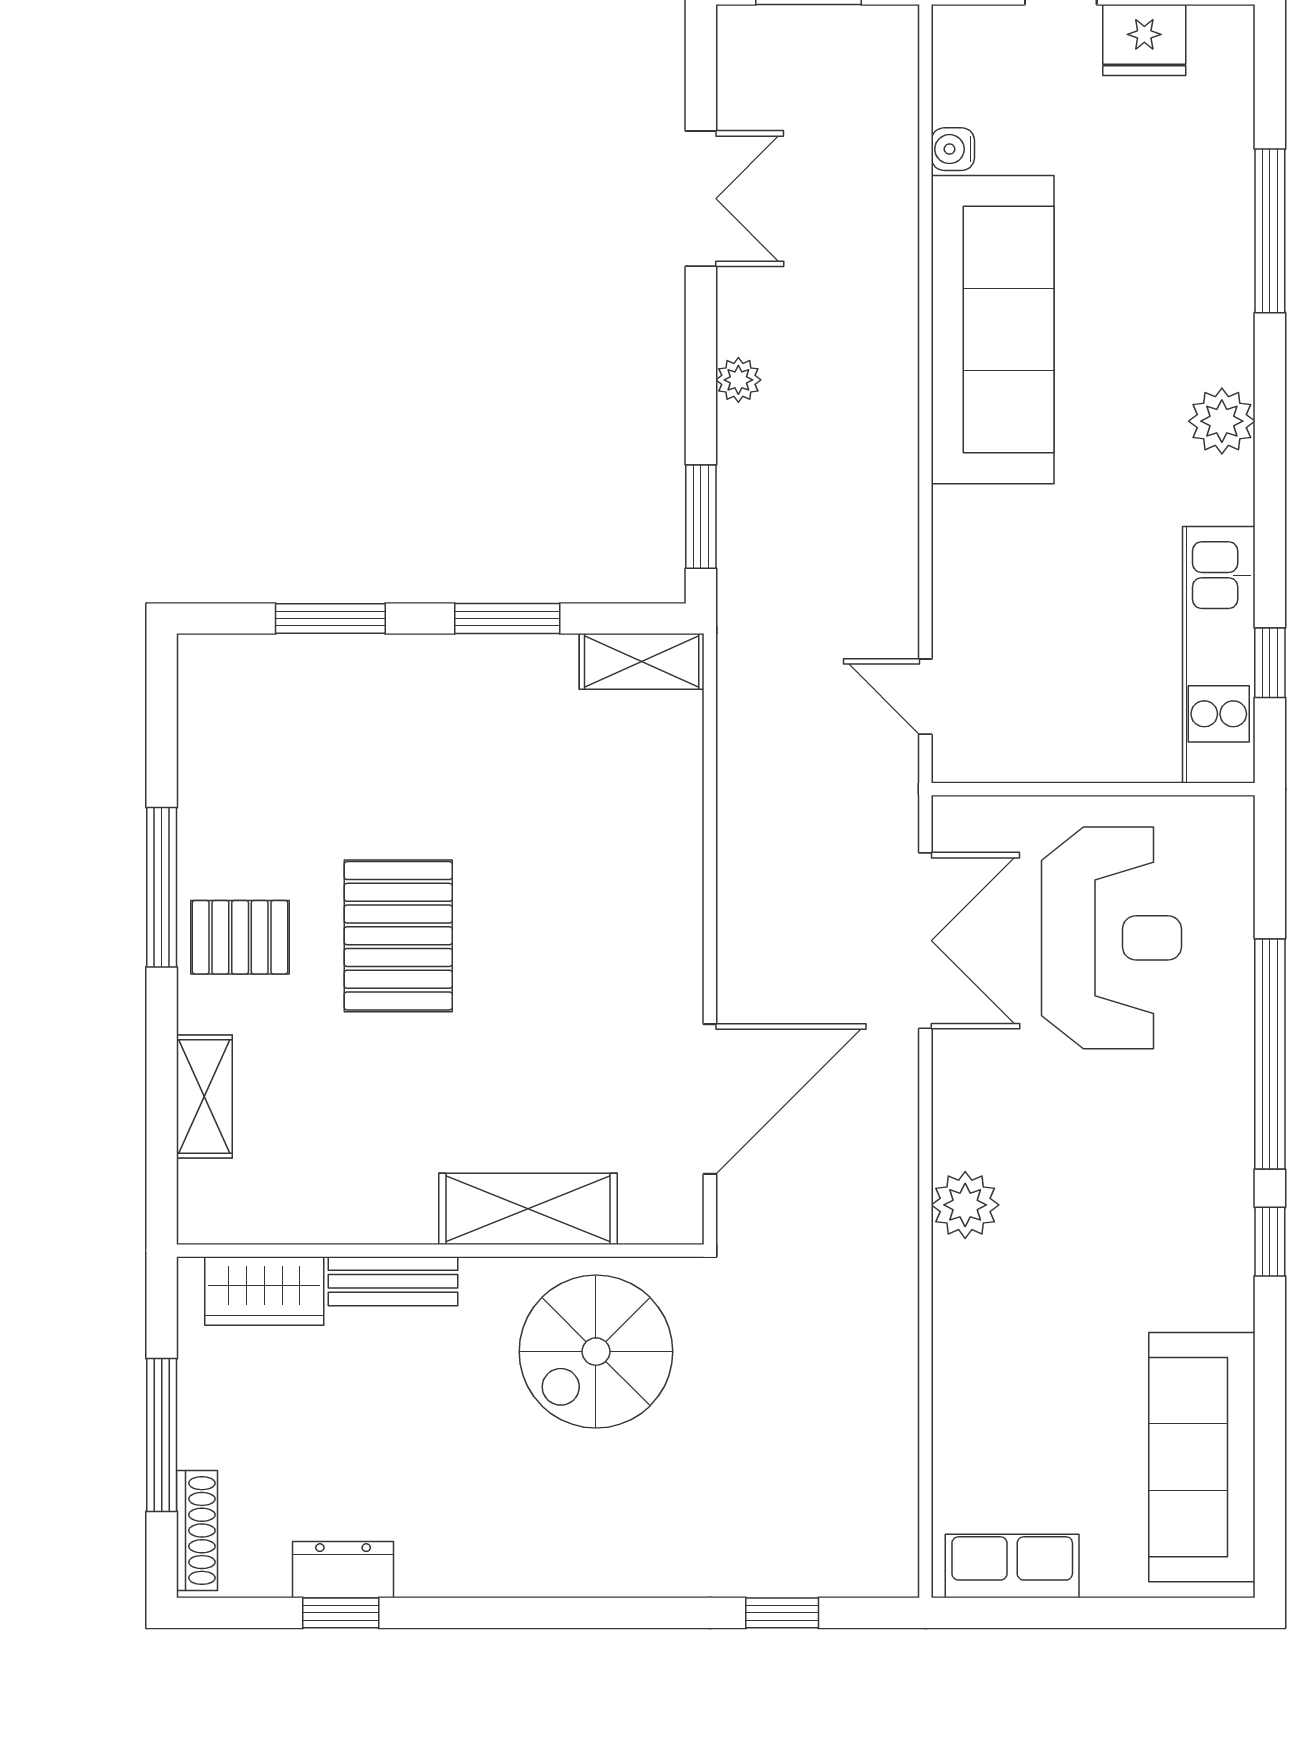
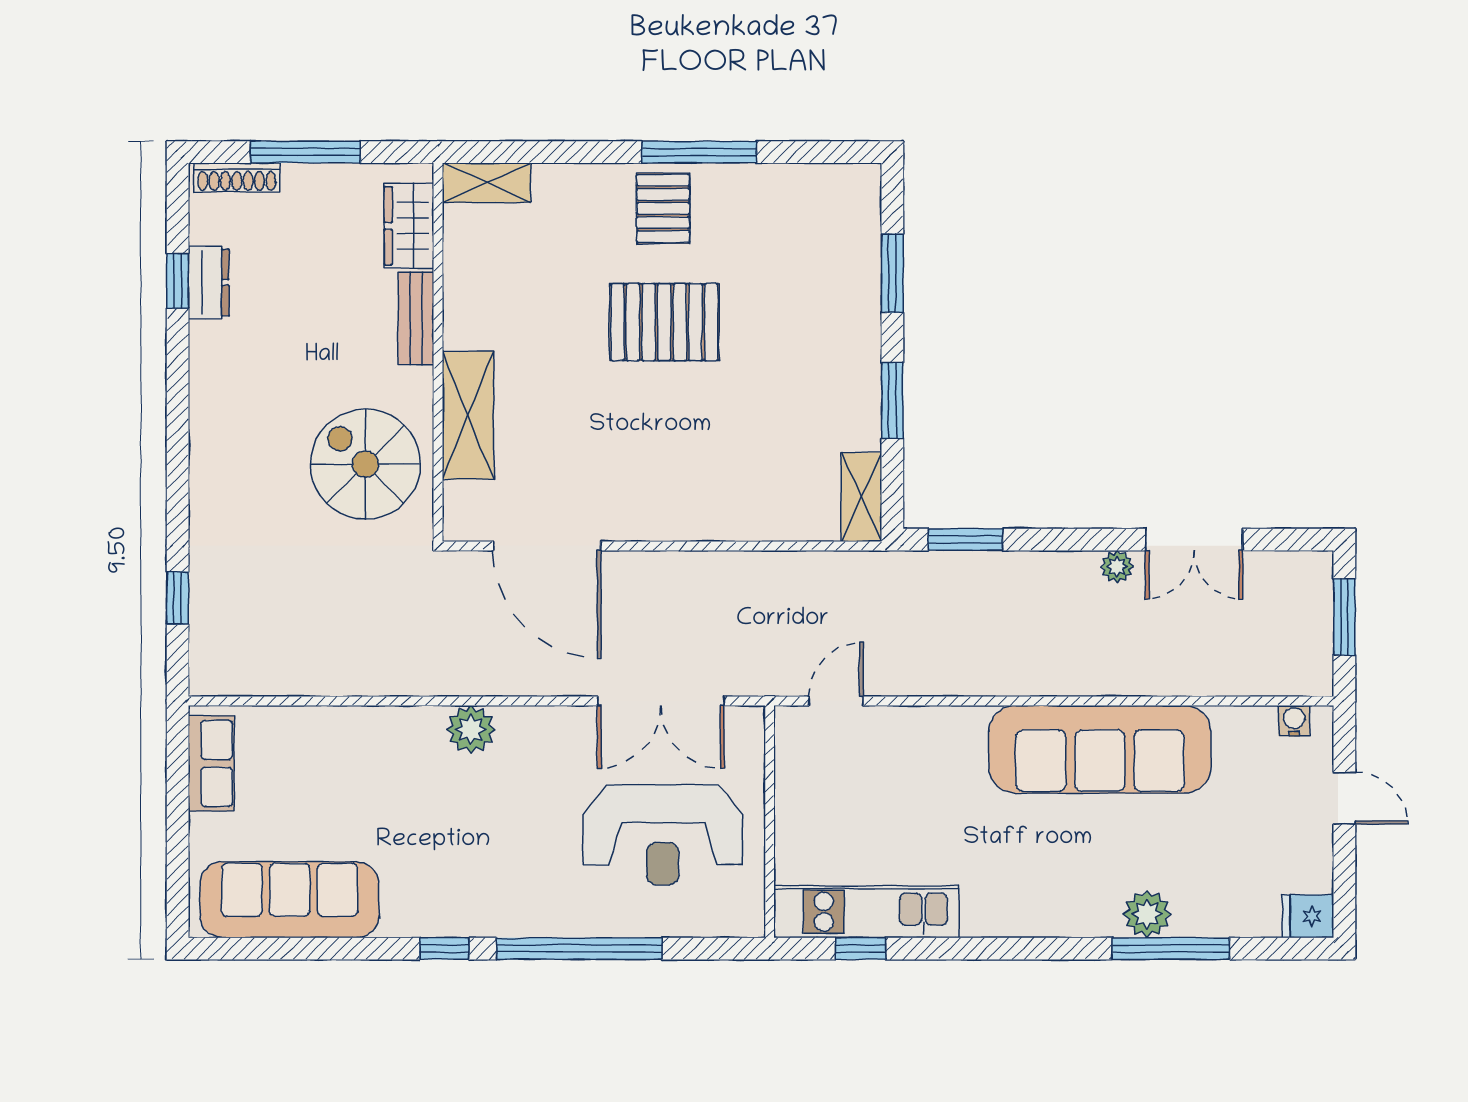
fridge: (1144, 40) -> (1308, 916), moved, width x0.72
water cooler: (953, 149) -> (1294, 721), moved
plant: (738, 380) -> (1117, 567), moved
plant: (1222, 421) -> (1147, 914), moved
shelving: (204, 1097) -> (487, 183), moved

